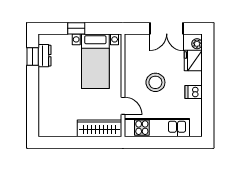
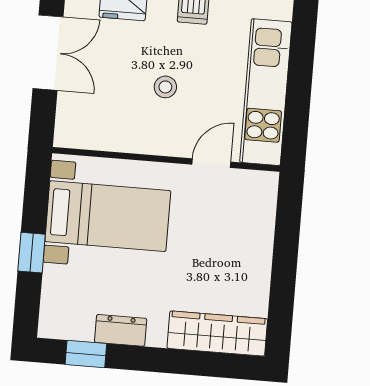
dresser: (45, 56) -> (121, 330), moved
stool: (155, 82) -> (165, 87), width x0.53, depth x0.53
wardrobe: (100, 128) -> (217, 333), moved, turned 90

